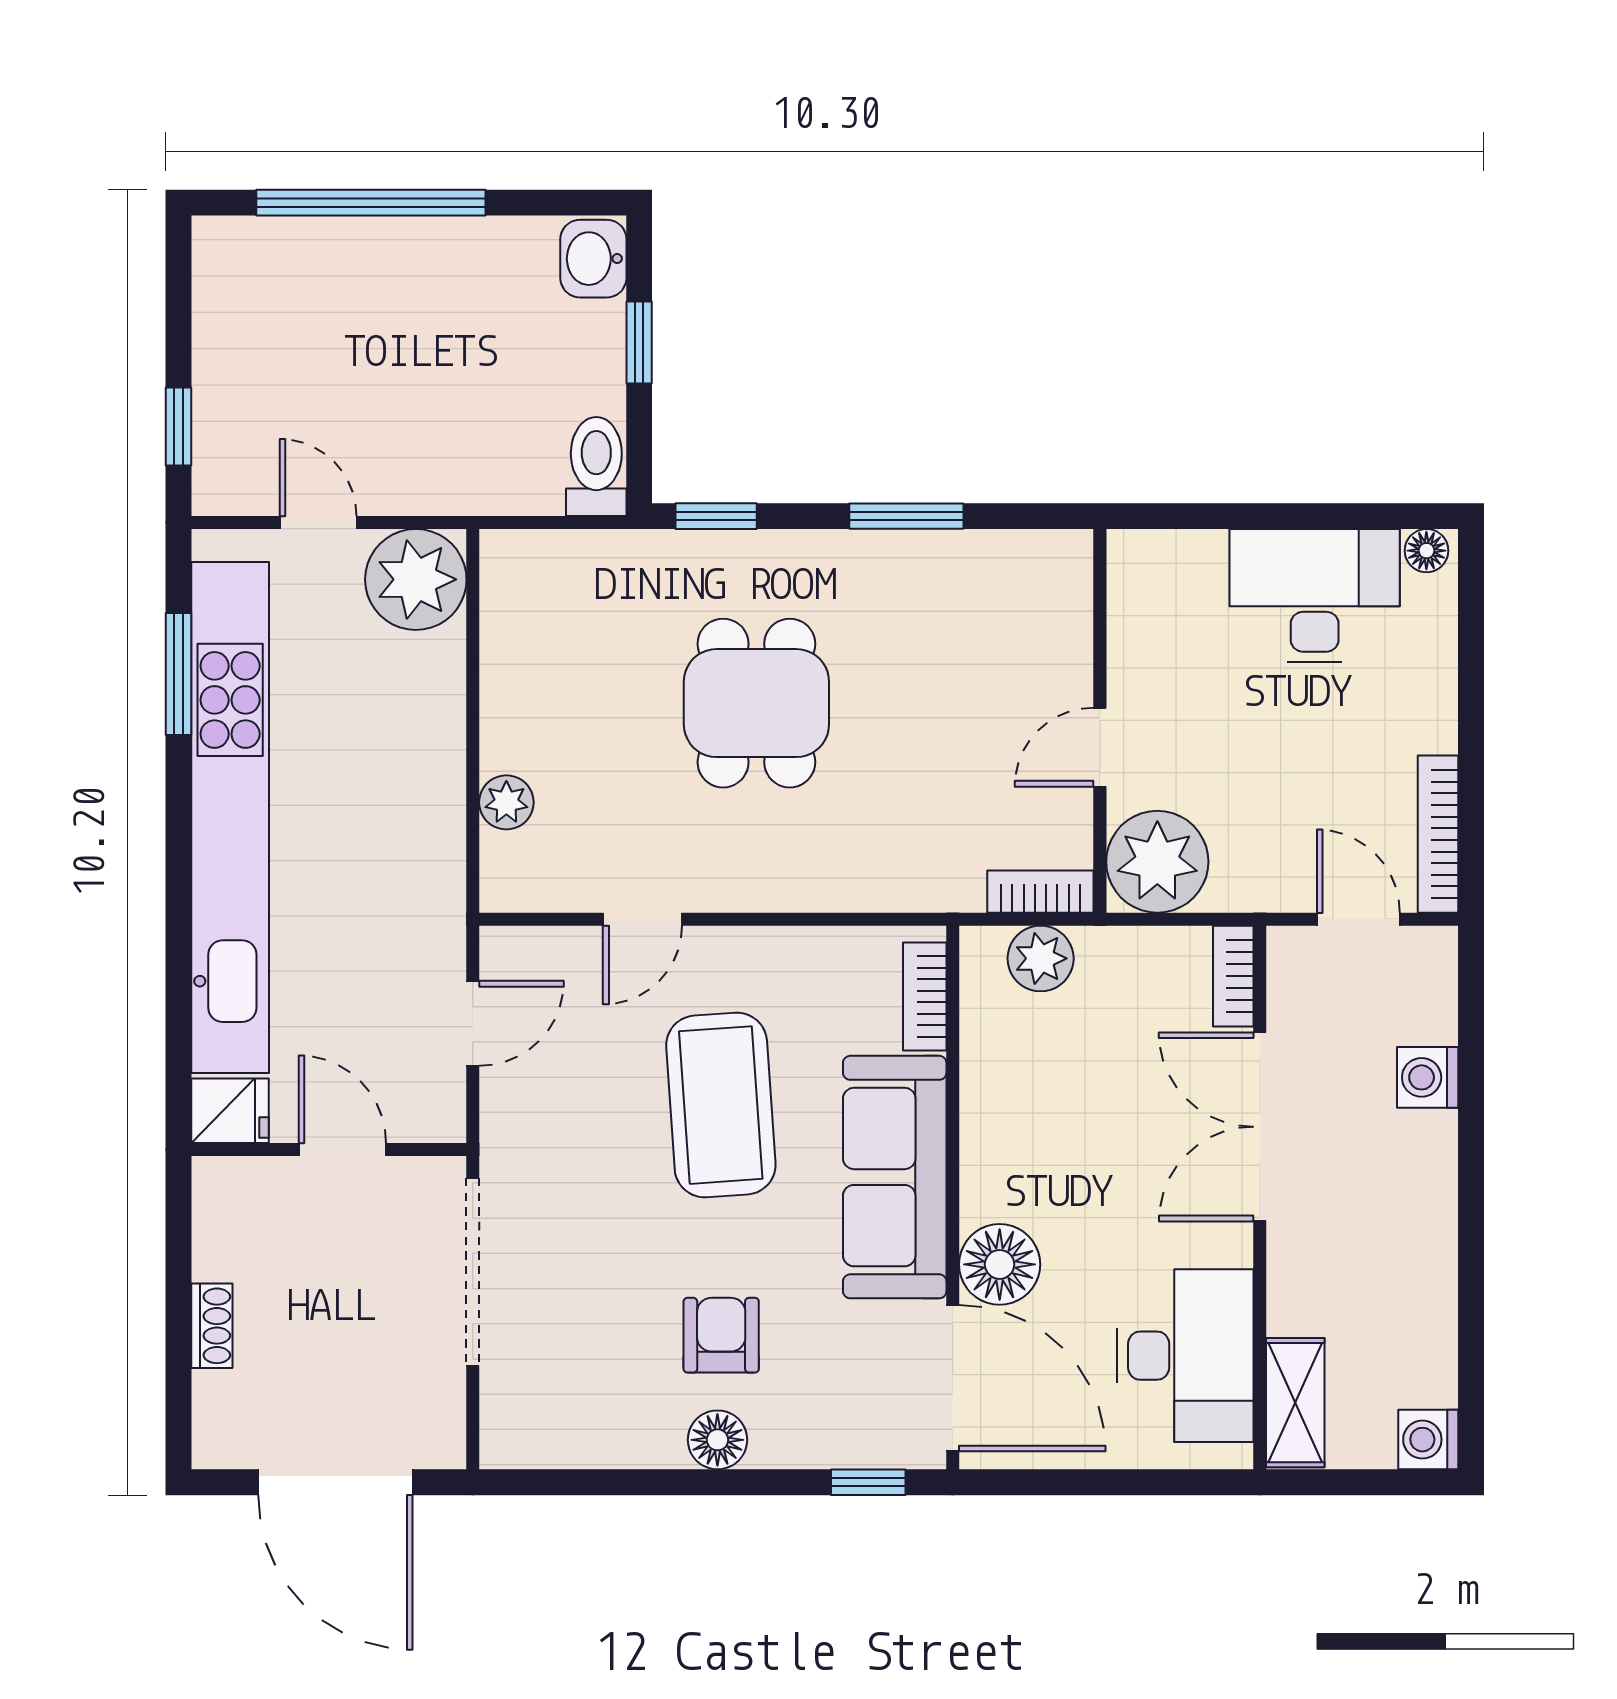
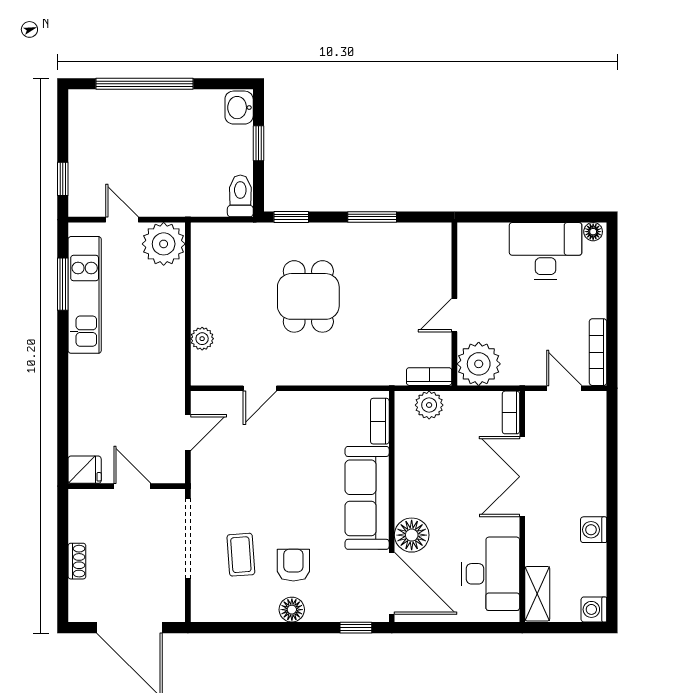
kitchen unit: (230, 818) -> (85, 295), width x0.54
washing machine: (1428, 1077) -> (594, 530), moved
coffee table: (721, 1105) -> (241, 555), moved, width x0.54, depth x0.58

